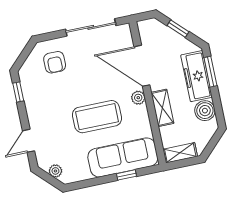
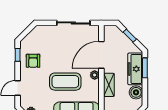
armchair: (55, 62) -> (33, 61), moved
door: (142, 66) -> (101, 55), hinge flipped

